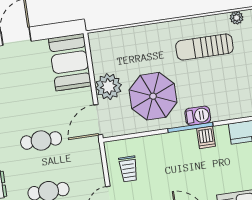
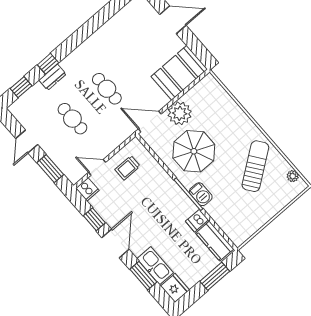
sun lounger: (204, 47) -> (255, 166), turned 54
dishwasher: (206, 137) -> (197, 221), moved

